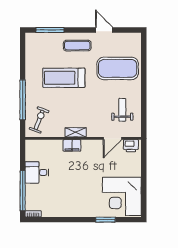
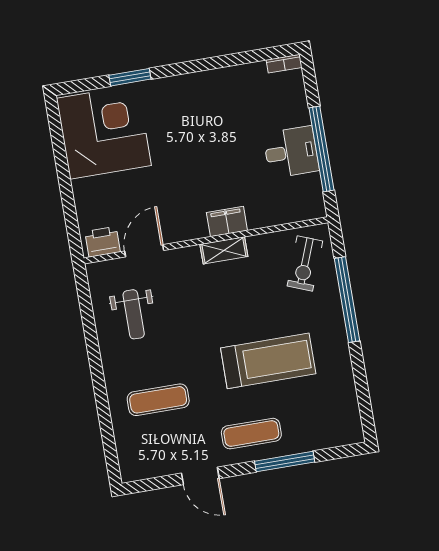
window: (50, 30) -> (285, 462), moved
exercise mat: (118, 68) -> (158, 400), width x0.50, depth x0.69
window: (23, 191) -> (321, 149), moved

